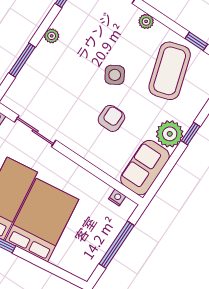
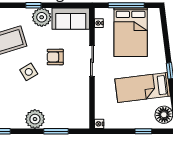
plant: (52, 36) -> (35, 119), width x1.88, depth x1.88
sliding door: (35, 131) -> (92, 61), moved
bed: (42, 220) -> (131, 32), moved, turned -83

